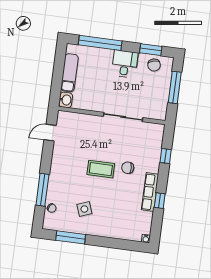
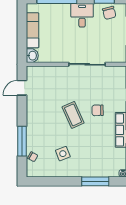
coffee table: (101, 169) -> (73, 115), turned 66
window: (71, 237) -> (95, 181), moved

